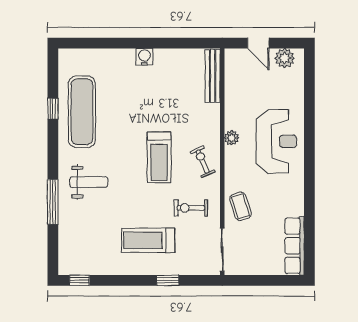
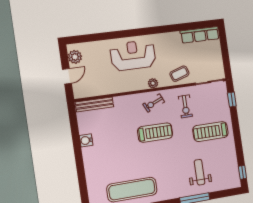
water cooler: (144, 57) -> (86, 140), moved
plant: (232, 138) -> (153, 83), moved
weight bench: (89, 182) -> (200, 172), moved
treadmill: (148, 240) -> (210, 132), turned 90
window: (168, 280) -> (232, 100), moved

